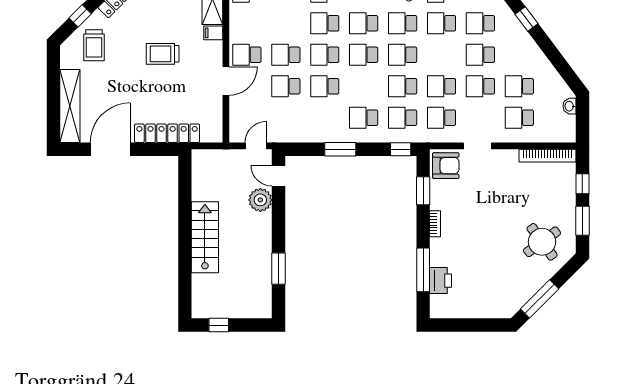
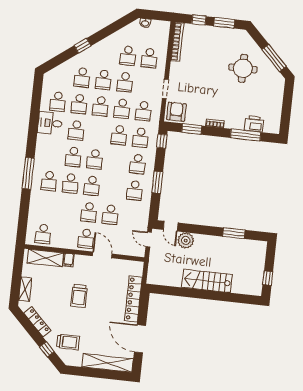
school desk: (403, 55) -> (101, 106), moved
school desk: (325, 86) -> (135, 190), moved
door: (279, 176) -> (171, 226), hinge flipped
round table: (542, 242) -> (243, 68), moved, turned 36

